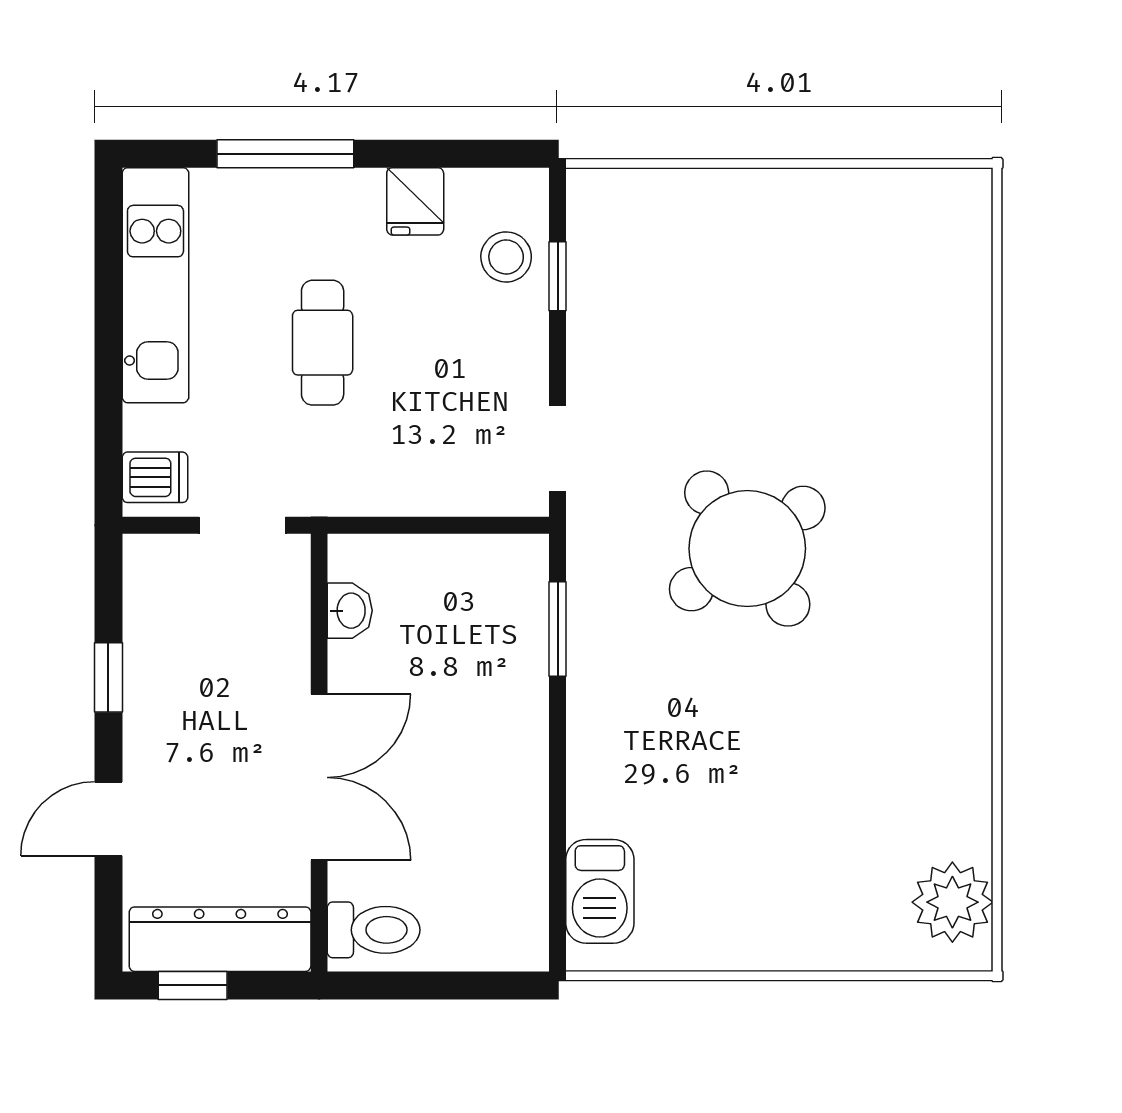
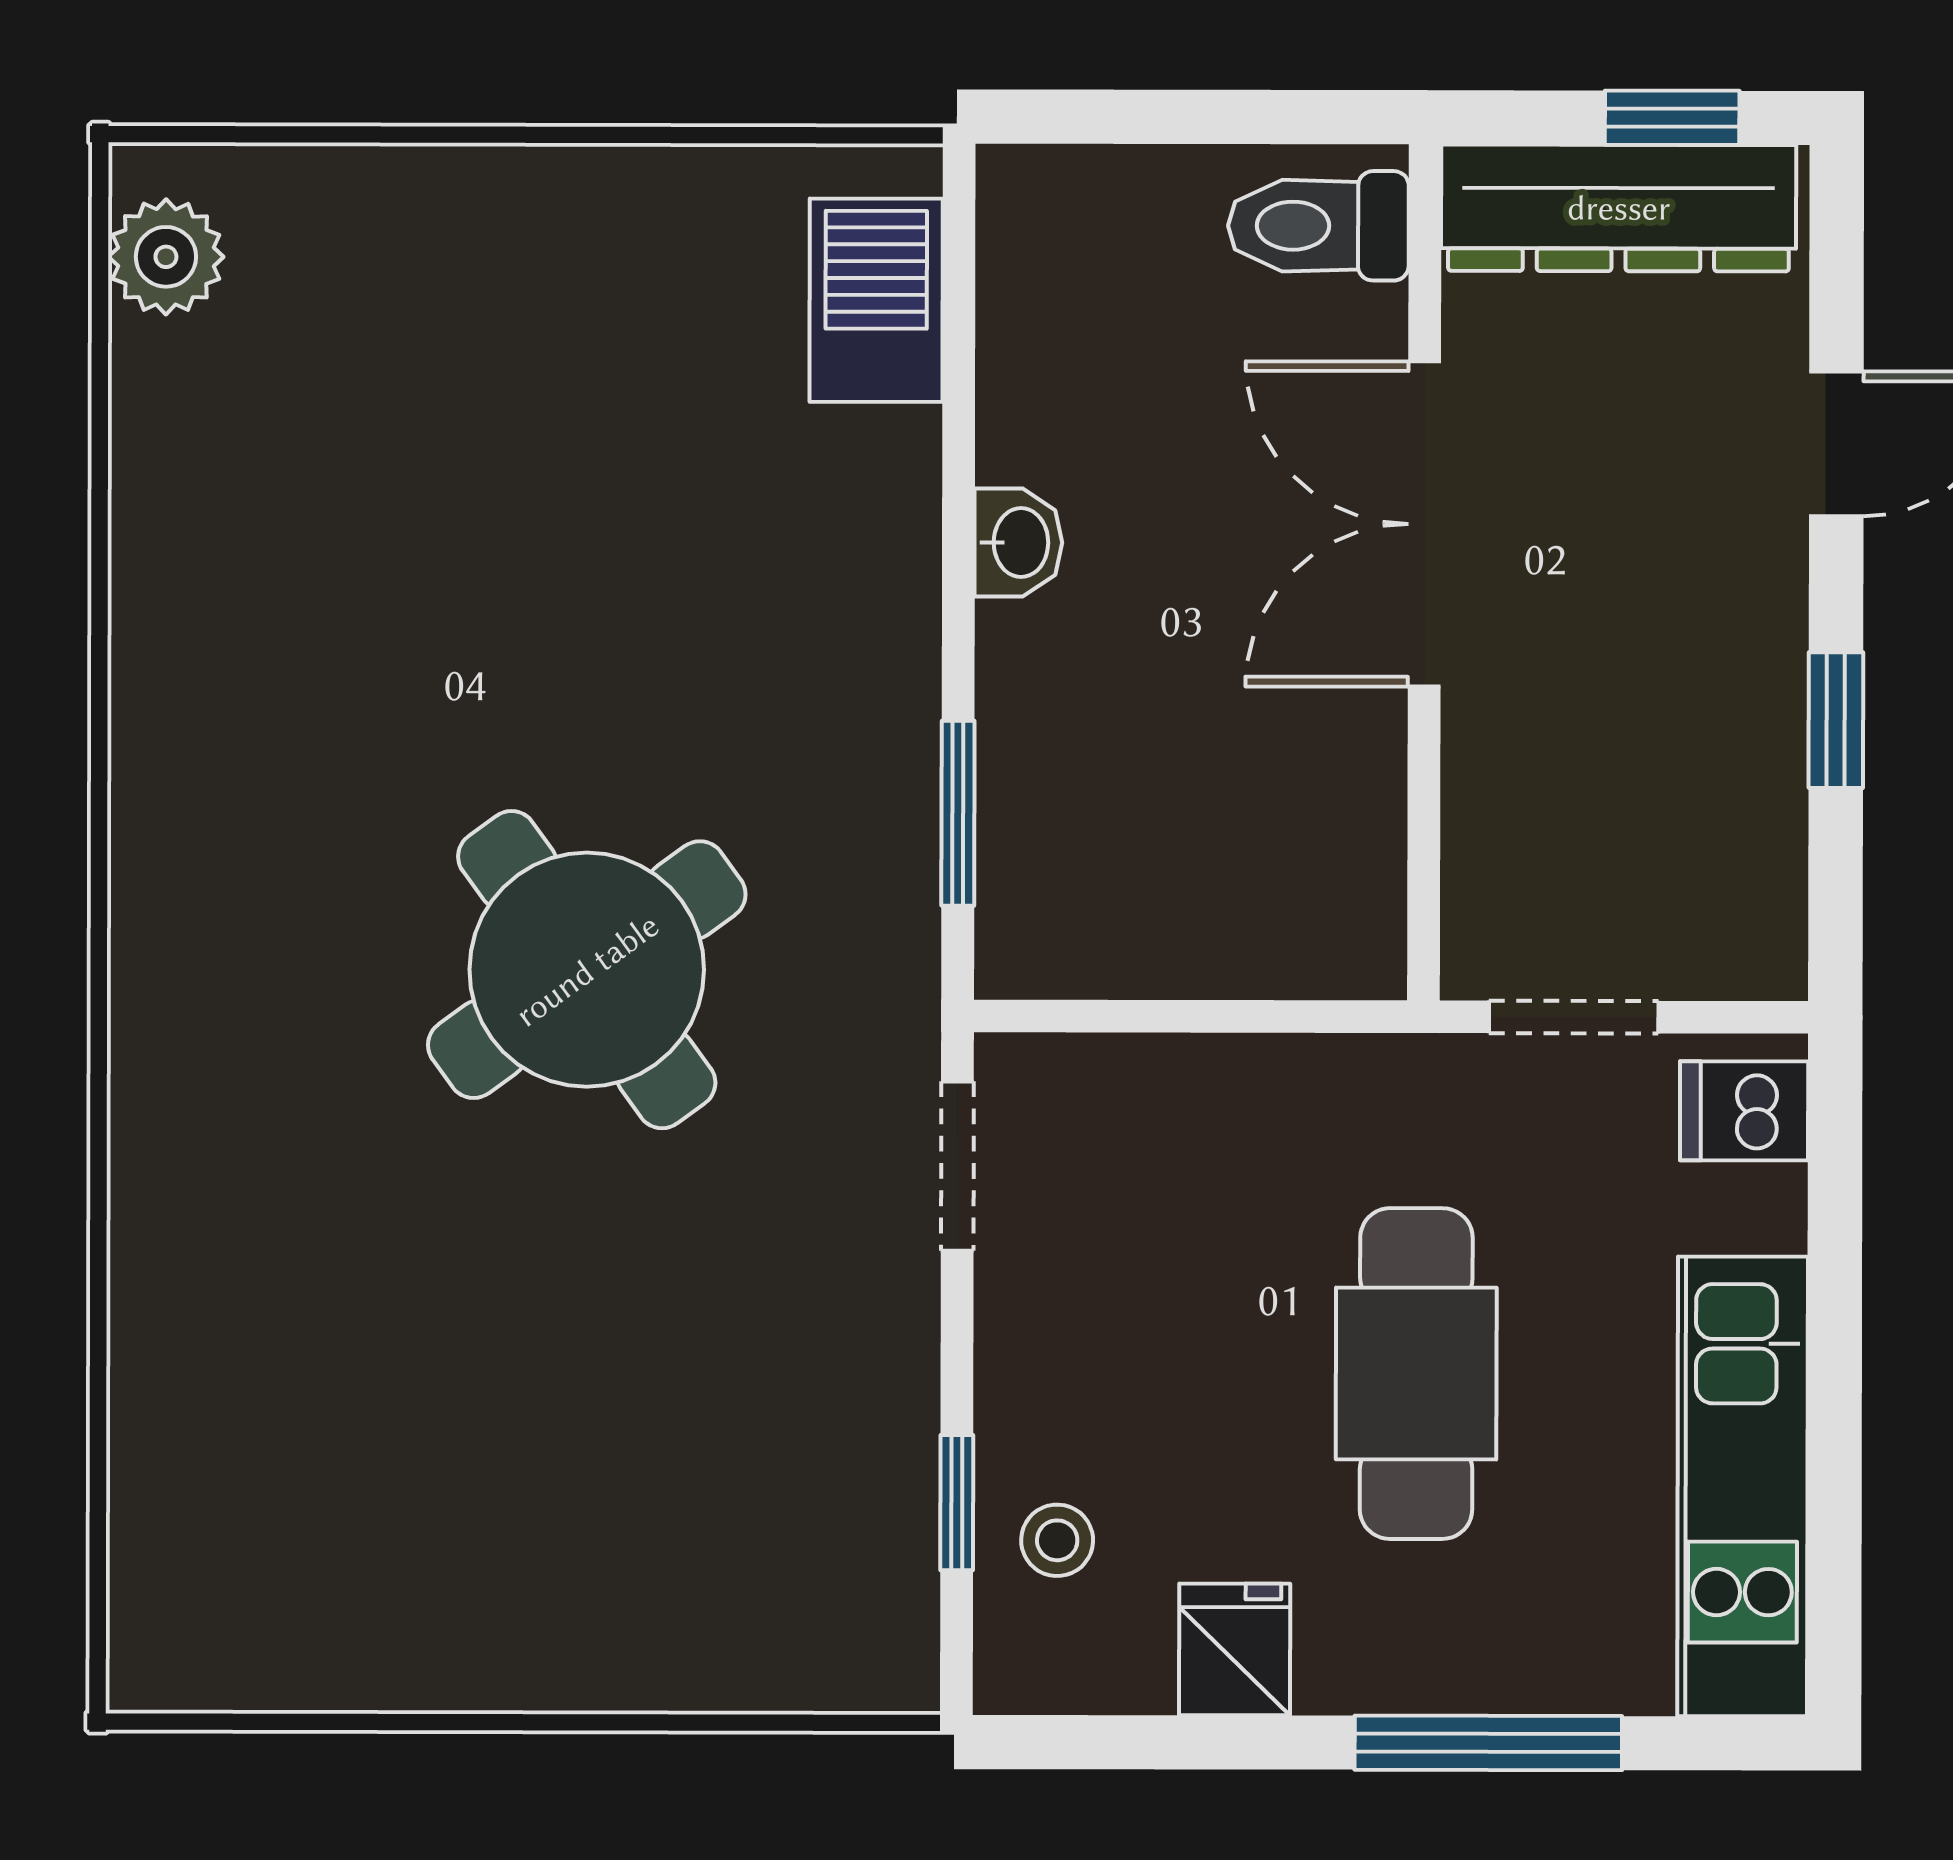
stool: (506, 257) -> (1057, 1540), width x0.73, depth x0.73
cafe table: (323, 343) -> (1416, 1374), width x1.37, depth x1.35
washbasin: (350, 611) -> (1018, 543), moved, turned 180
plant: (952, 902) -> (166, 257), width x0.73, depth x0.73

